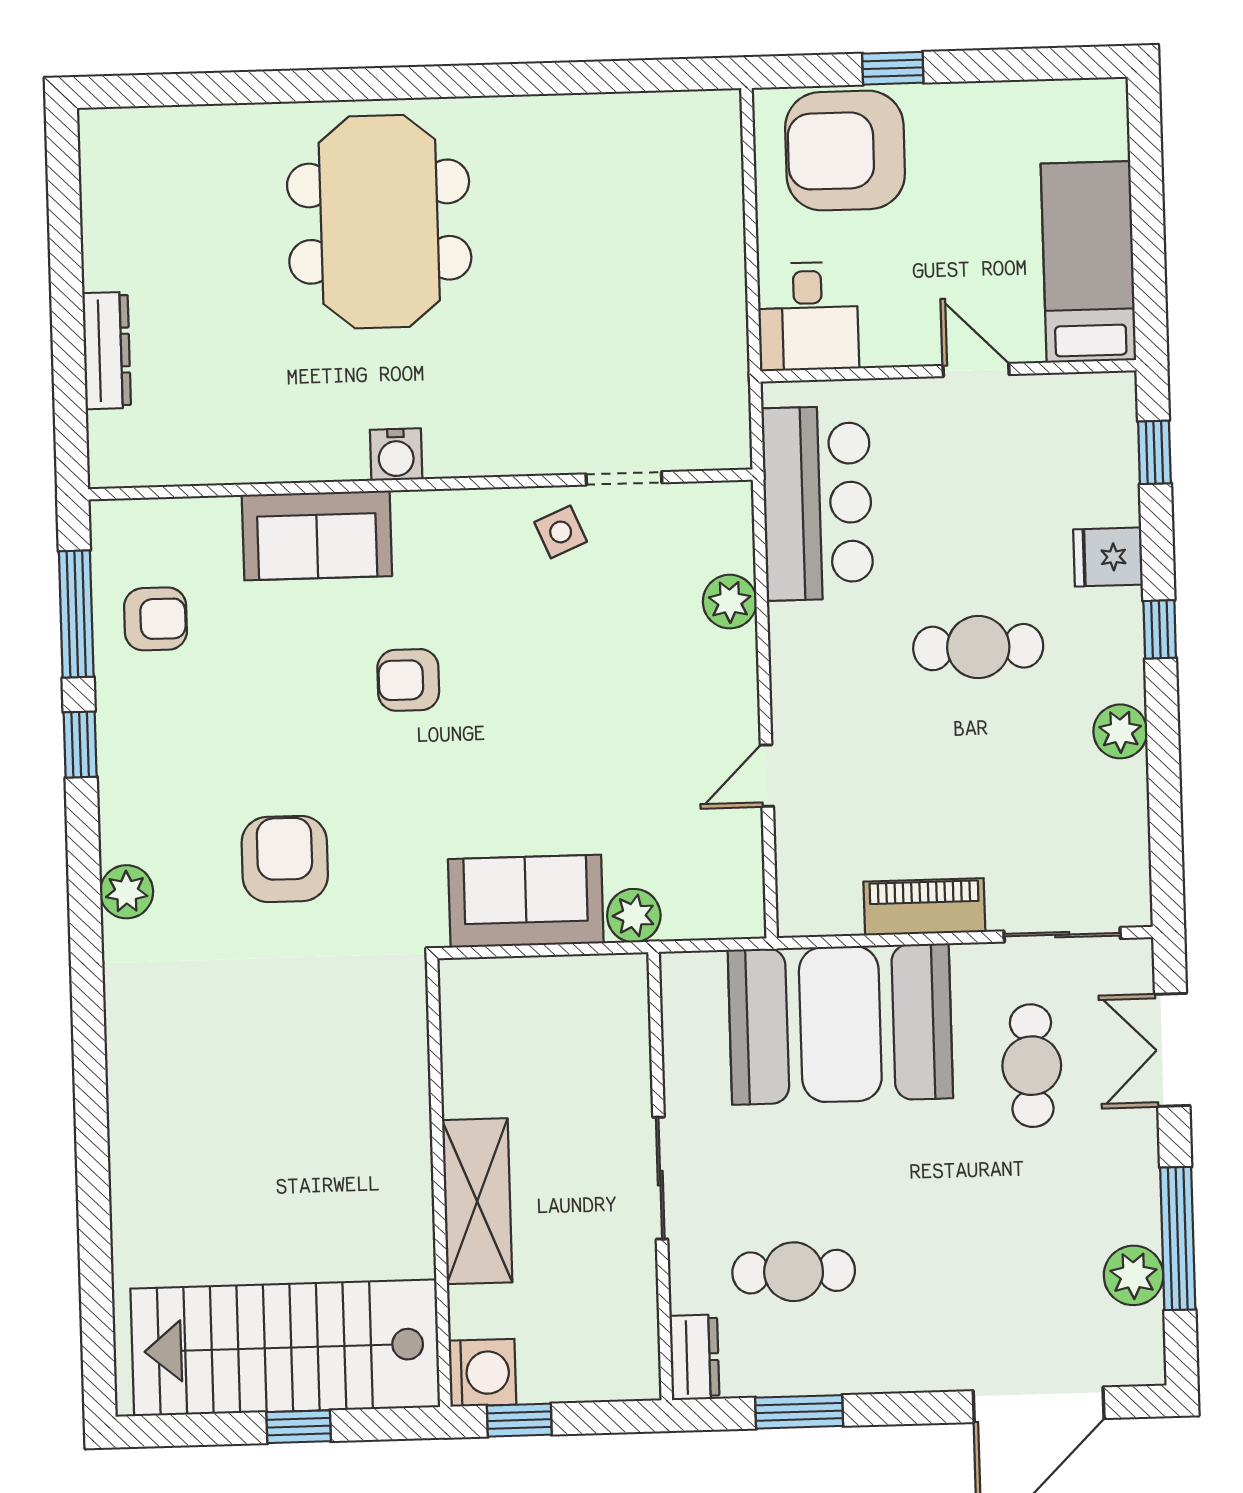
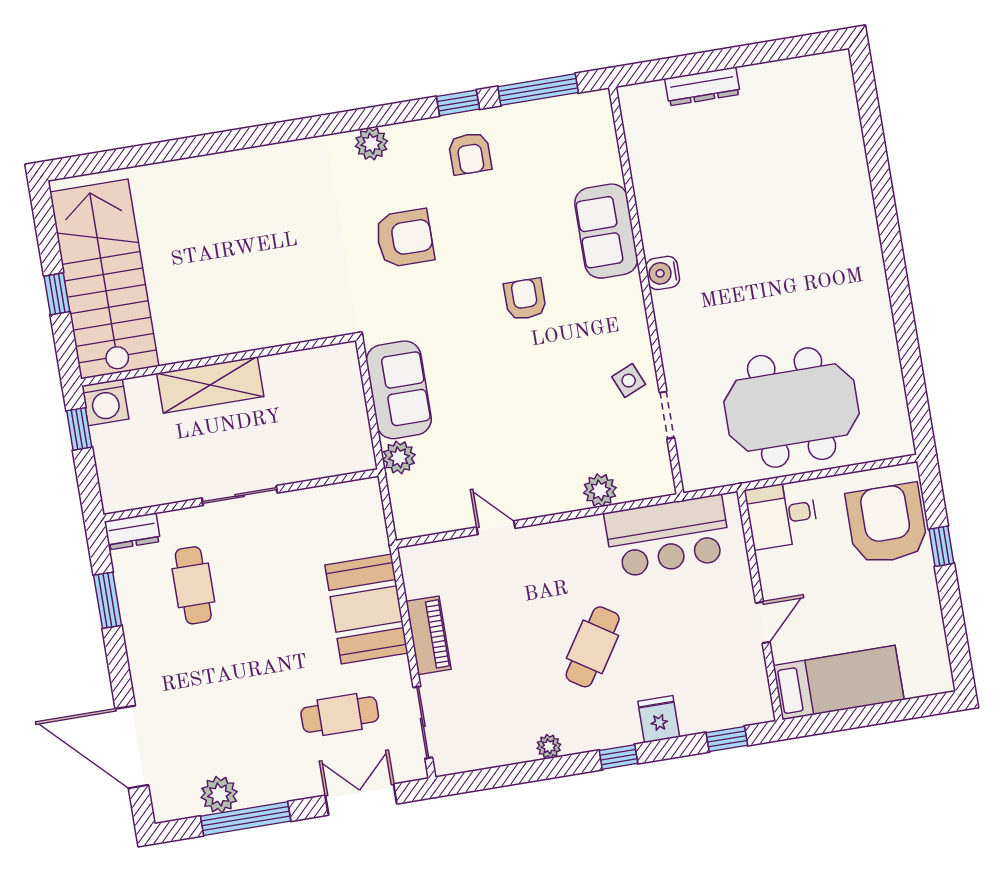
meeting table: (379, 222) -> (792, 408), moved
armchair: (156, 619) -> (470, 154), moved
cafe table: (978, 647) -> (593, 647), turned 33
plant: (1120, 731) -> (549, 746), width x0.73, depth x0.73
booth: (840, 1024) -> (366, 609), width x0.73, depth x0.70

